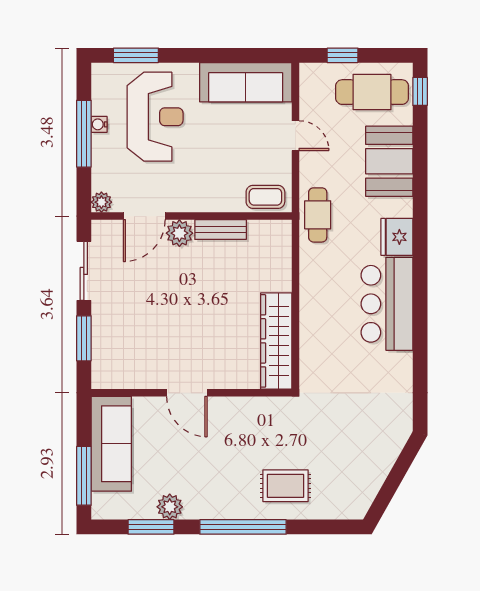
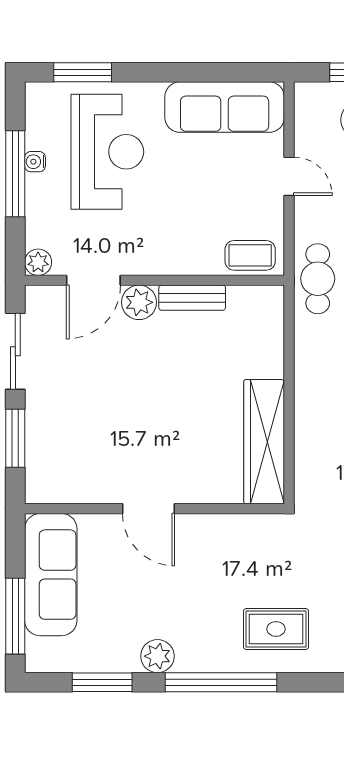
plant: (170, 507) -> (157, 656), moved

